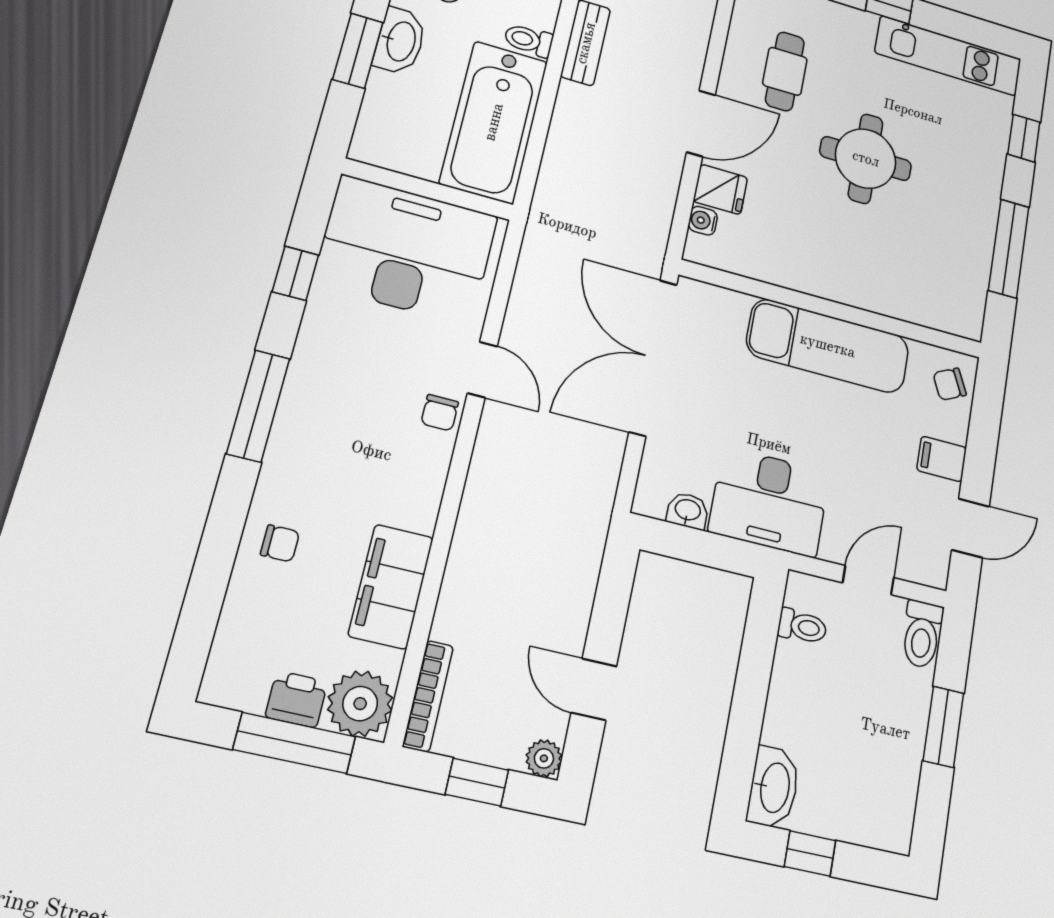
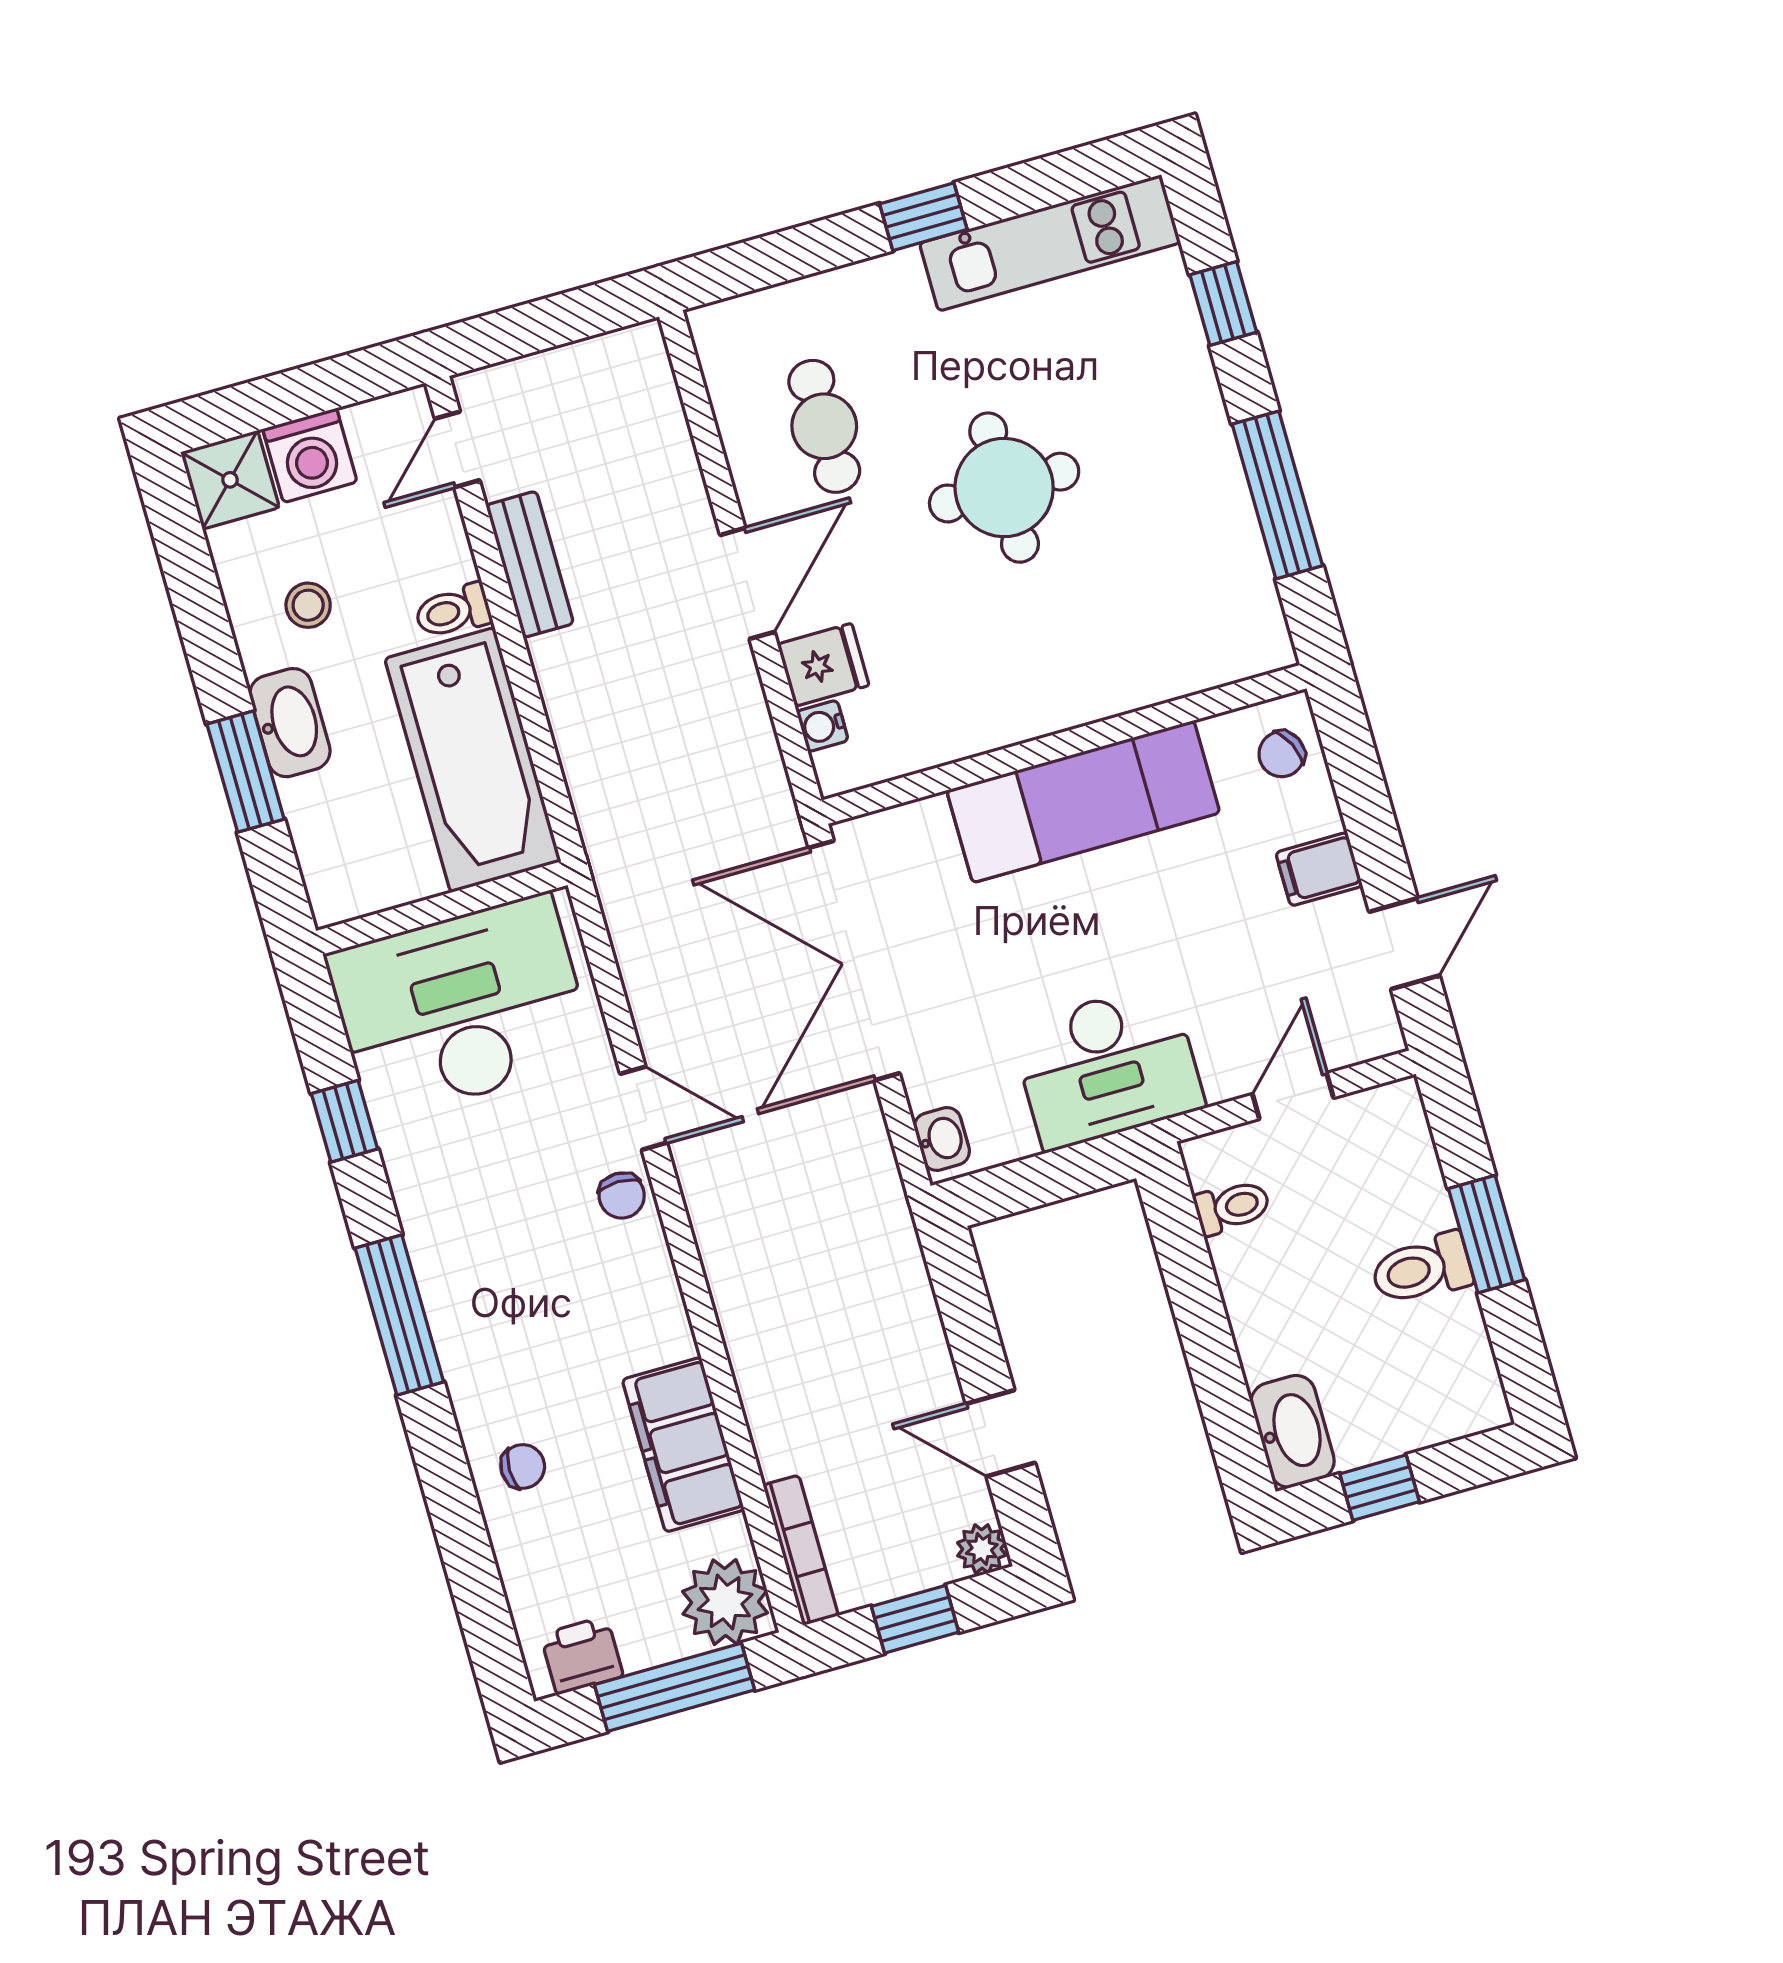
washbasin: (688, 511) -> (942, 1139), moved, turned 90
toilet: (922, 634) -> (1422, 1269), moved, turned 90
printer: (296, 699) -> (582, 1655), moved

